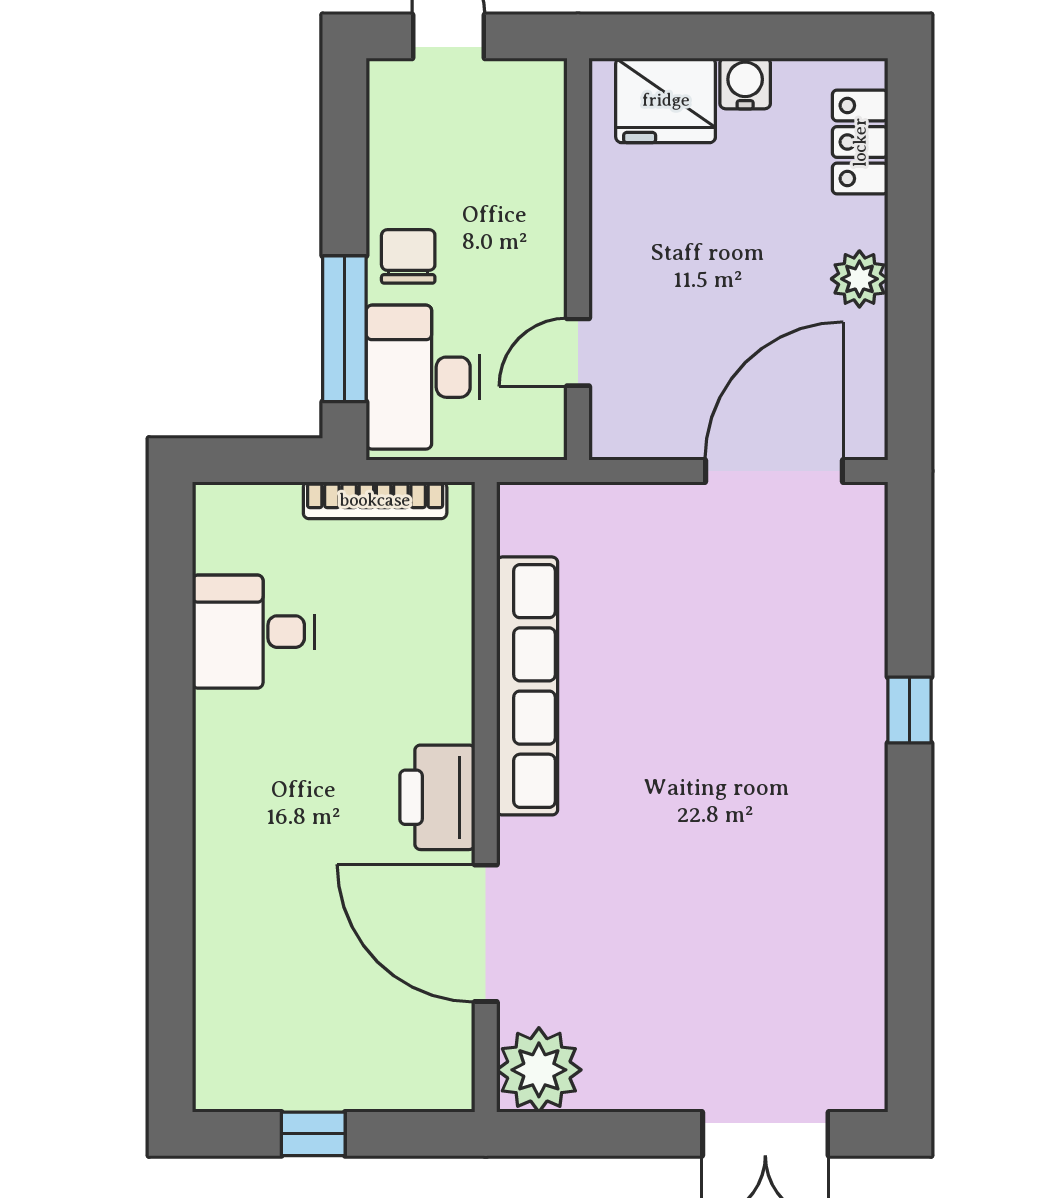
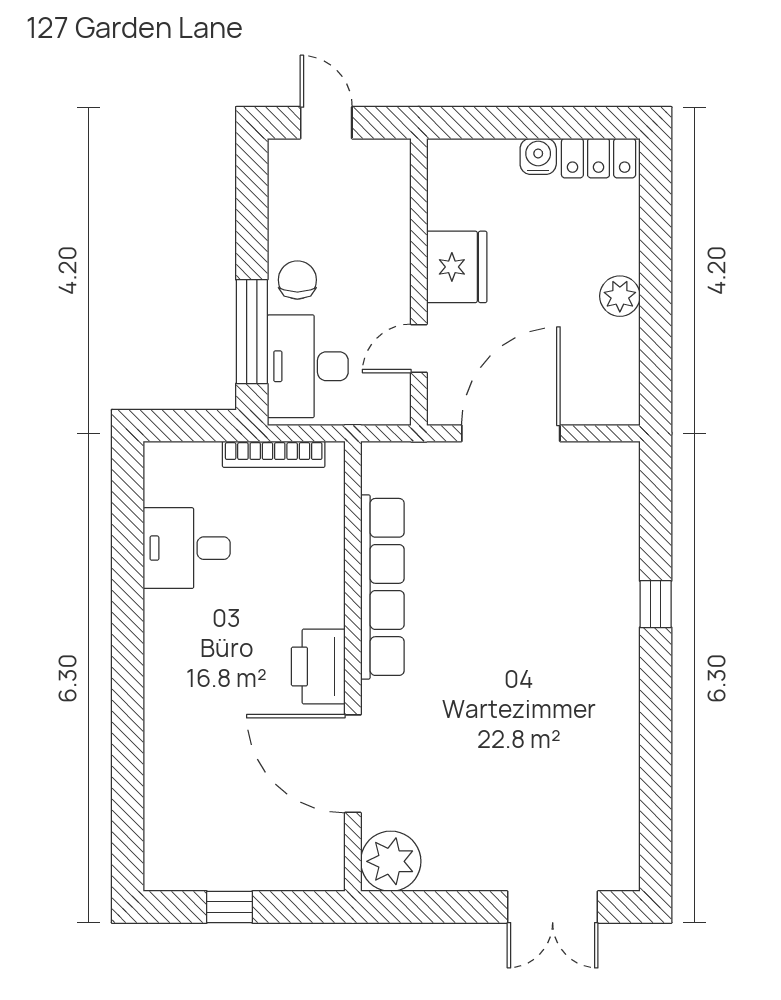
fridge: (666, 100) -> (457, 267), moved, turned -90
locker: (860, 142) -> (599, 158), moved, turned -90
door: (774, 471) -> (511, 433), moved

